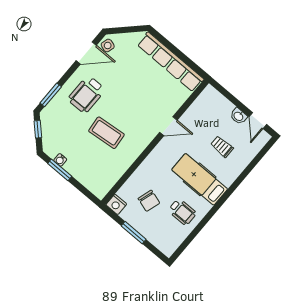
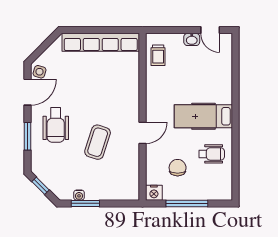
window: (51, 95) -> (27, 136), moved
door: (168, 126) -> (143, 133), moved
coffee table: (106, 133) -> (98, 142), turned -66
trolley: (222, 147) -> (158, 55), moved, turned -90
chair: (149, 201) -> (178, 168), turned -107
window: (134, 233) -> (187, 203), width x1.44

